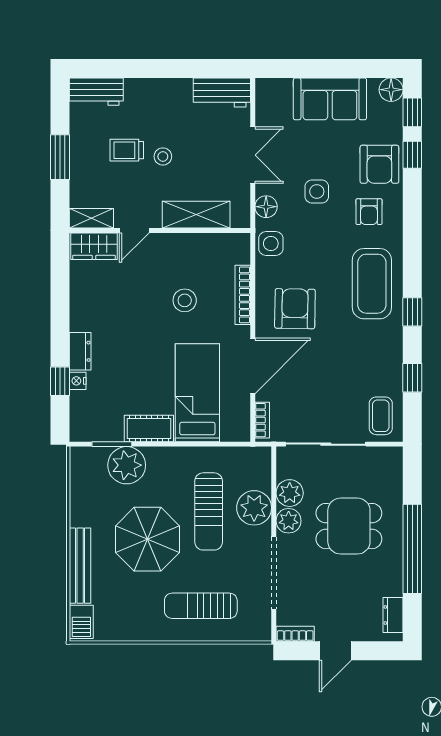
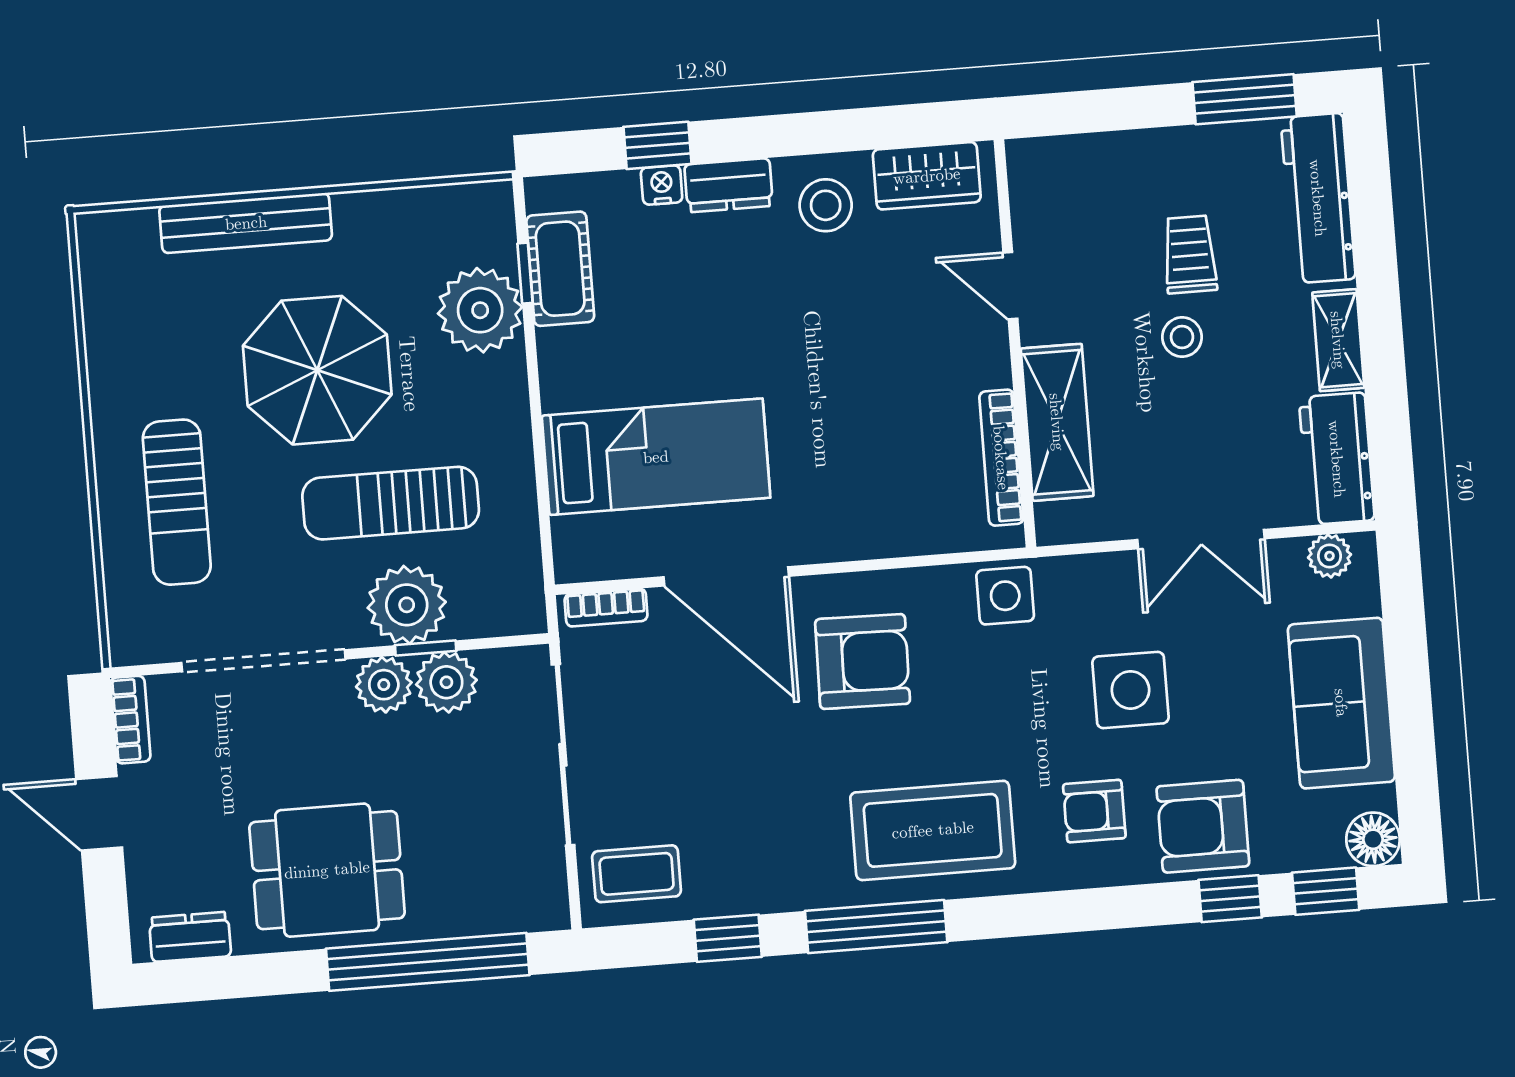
workbench: (96, 92) -> (1318, 198), width x1.38
plant: (265, 99) -> (1329, 556), added
window: (60, 157) -> (1245, 99), moved
side table: (317, 191) -> (1130, 690), width x1.37, depth x1.37
floor lamp: (266, 207) -> (1087, 578), removed
shelving: (91, 218) -> (1338, 340), moved
wardrobe: (94, 246) -> (927, 176), moved, turned -90
bookcase: (243, 295) -> (1001, 458), moved, turned -90
stool: (185, 300) -> (826, 205), moved
window: (412, 312) -> (876, 927), width x2.17
cot: (149, 428) -> (560, 269), moved
window: (112, 444) -> (525, 273), width x0.67
window: (274, 501) -> (426, 648), added
dining table: (349, 526) -> (327, 870), moved, turned 90
window: (412, 549) -> (428, 962), moved
sun lounger: (201, 606) -> (177, 502), turned 180
barbecue: (81, 622) -> (119, 236), removed

